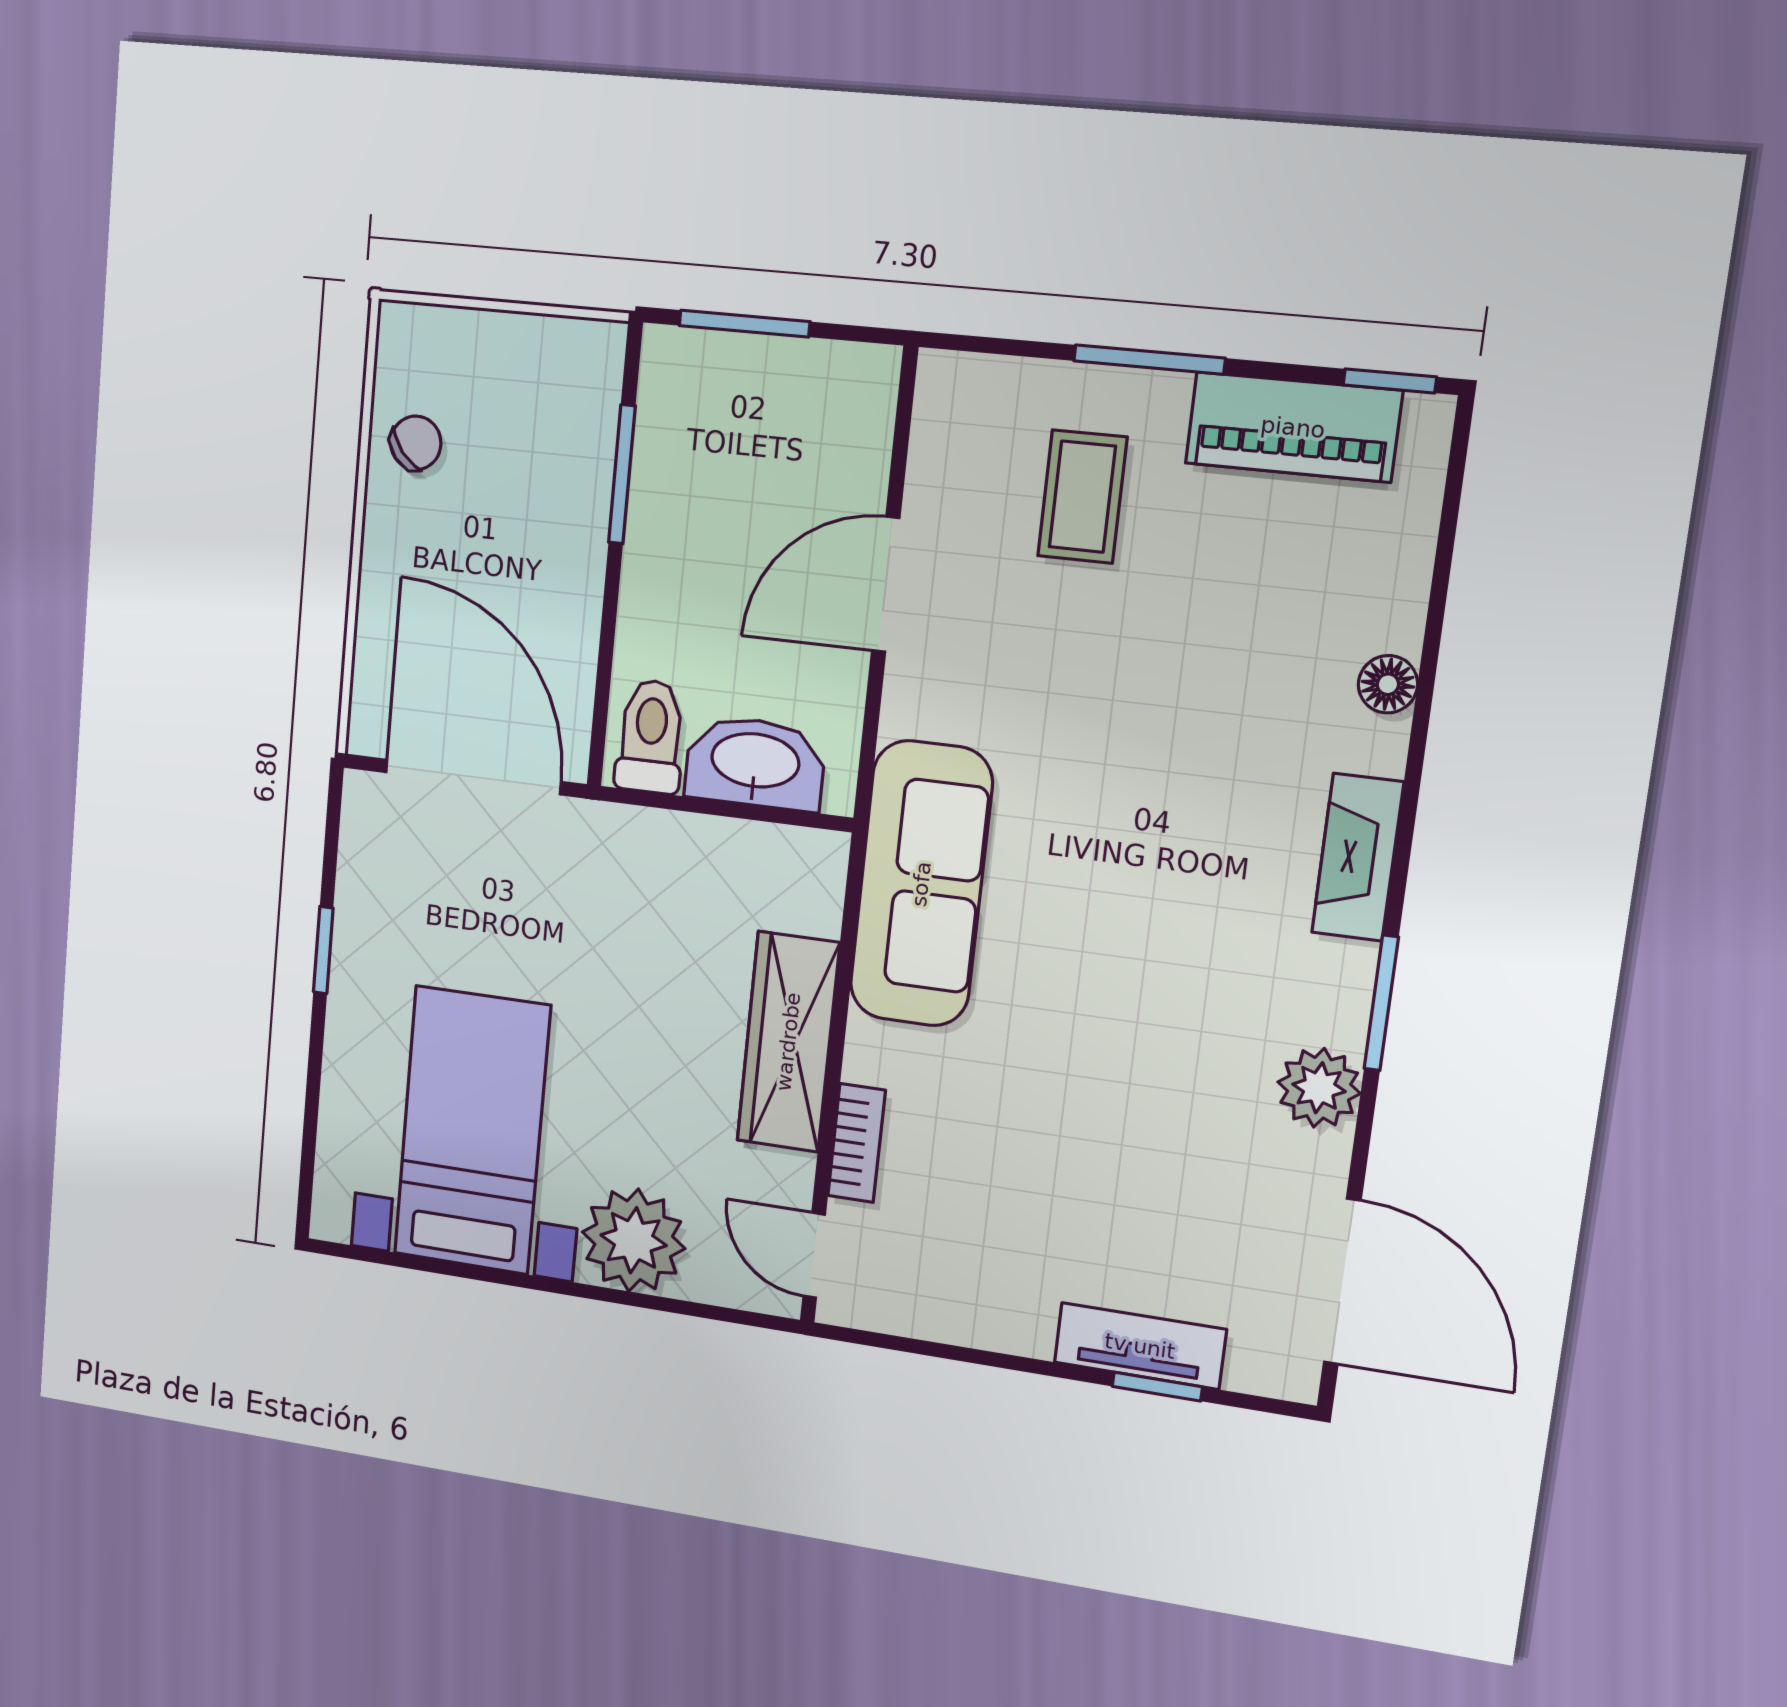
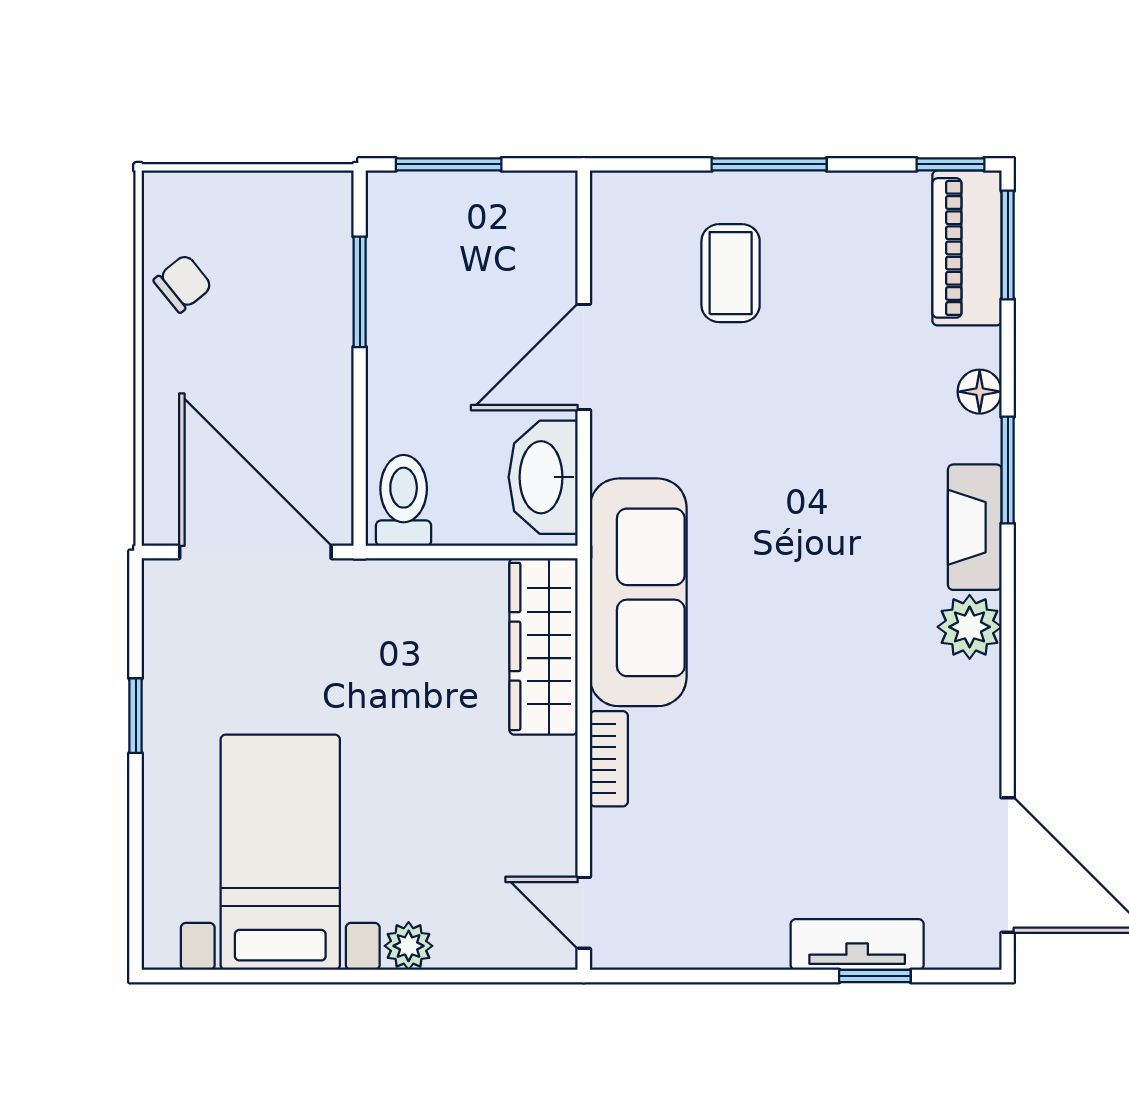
piano: (1293, 427) -> (967, 248), moved, turned 90
window: (1452, 496) -> (1008, 245), added
washbasin: (755, 763) -> (543, 477), moved, turned -90
window: (1381, 1003) -> (1008, 470), moved
wardrobe: (788, 1042) -> (544, 646), moved
plant: (1319, 1088) -> (970, 627), moved
bookcase: (857, 1143) -> (609, 759), moved
plant: (634, 1240) -> (409, 946), width x0.53, depth x0.53

